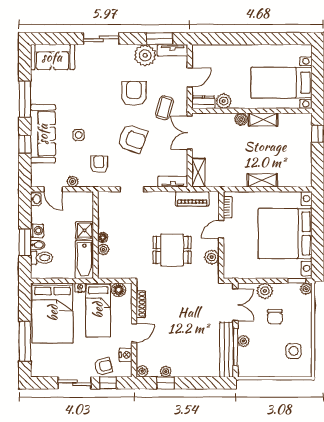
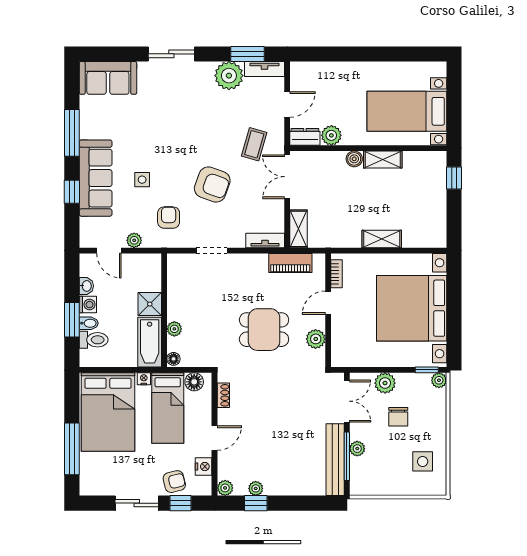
armchair: (134, 93) -> (214, 125), removed
washbasin: (36, 199) -> (86, 286), moved
floor lamp: (103, 238) -> (174, 359), moved
shoe rack: (141, 304) -> (223, 395), width x0.70

